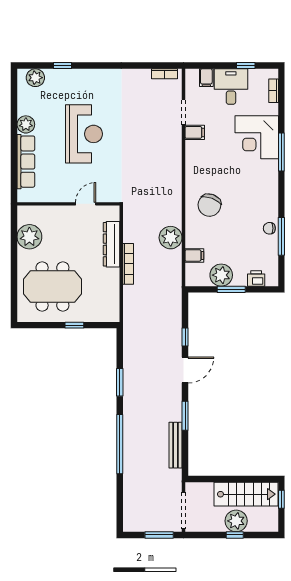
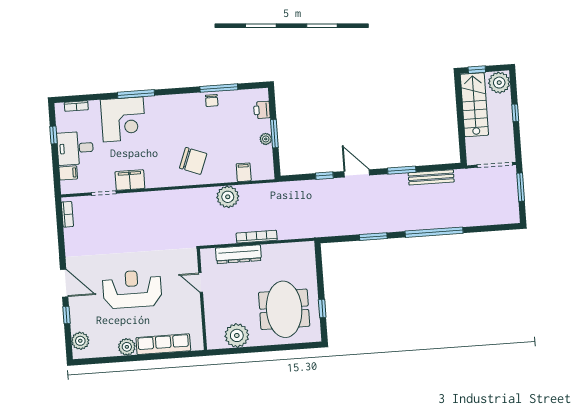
door: (95, 66) -> (64, 283), added
filing cabinet: (195, 132) -> (130, 180), width x2.00
plant: (221, 275) -> (266, 139), width x0.53, depth x0.53
window: (74, 325) -> (322, 309), moved
plant: (236, 521) -> (499, 83), moved

